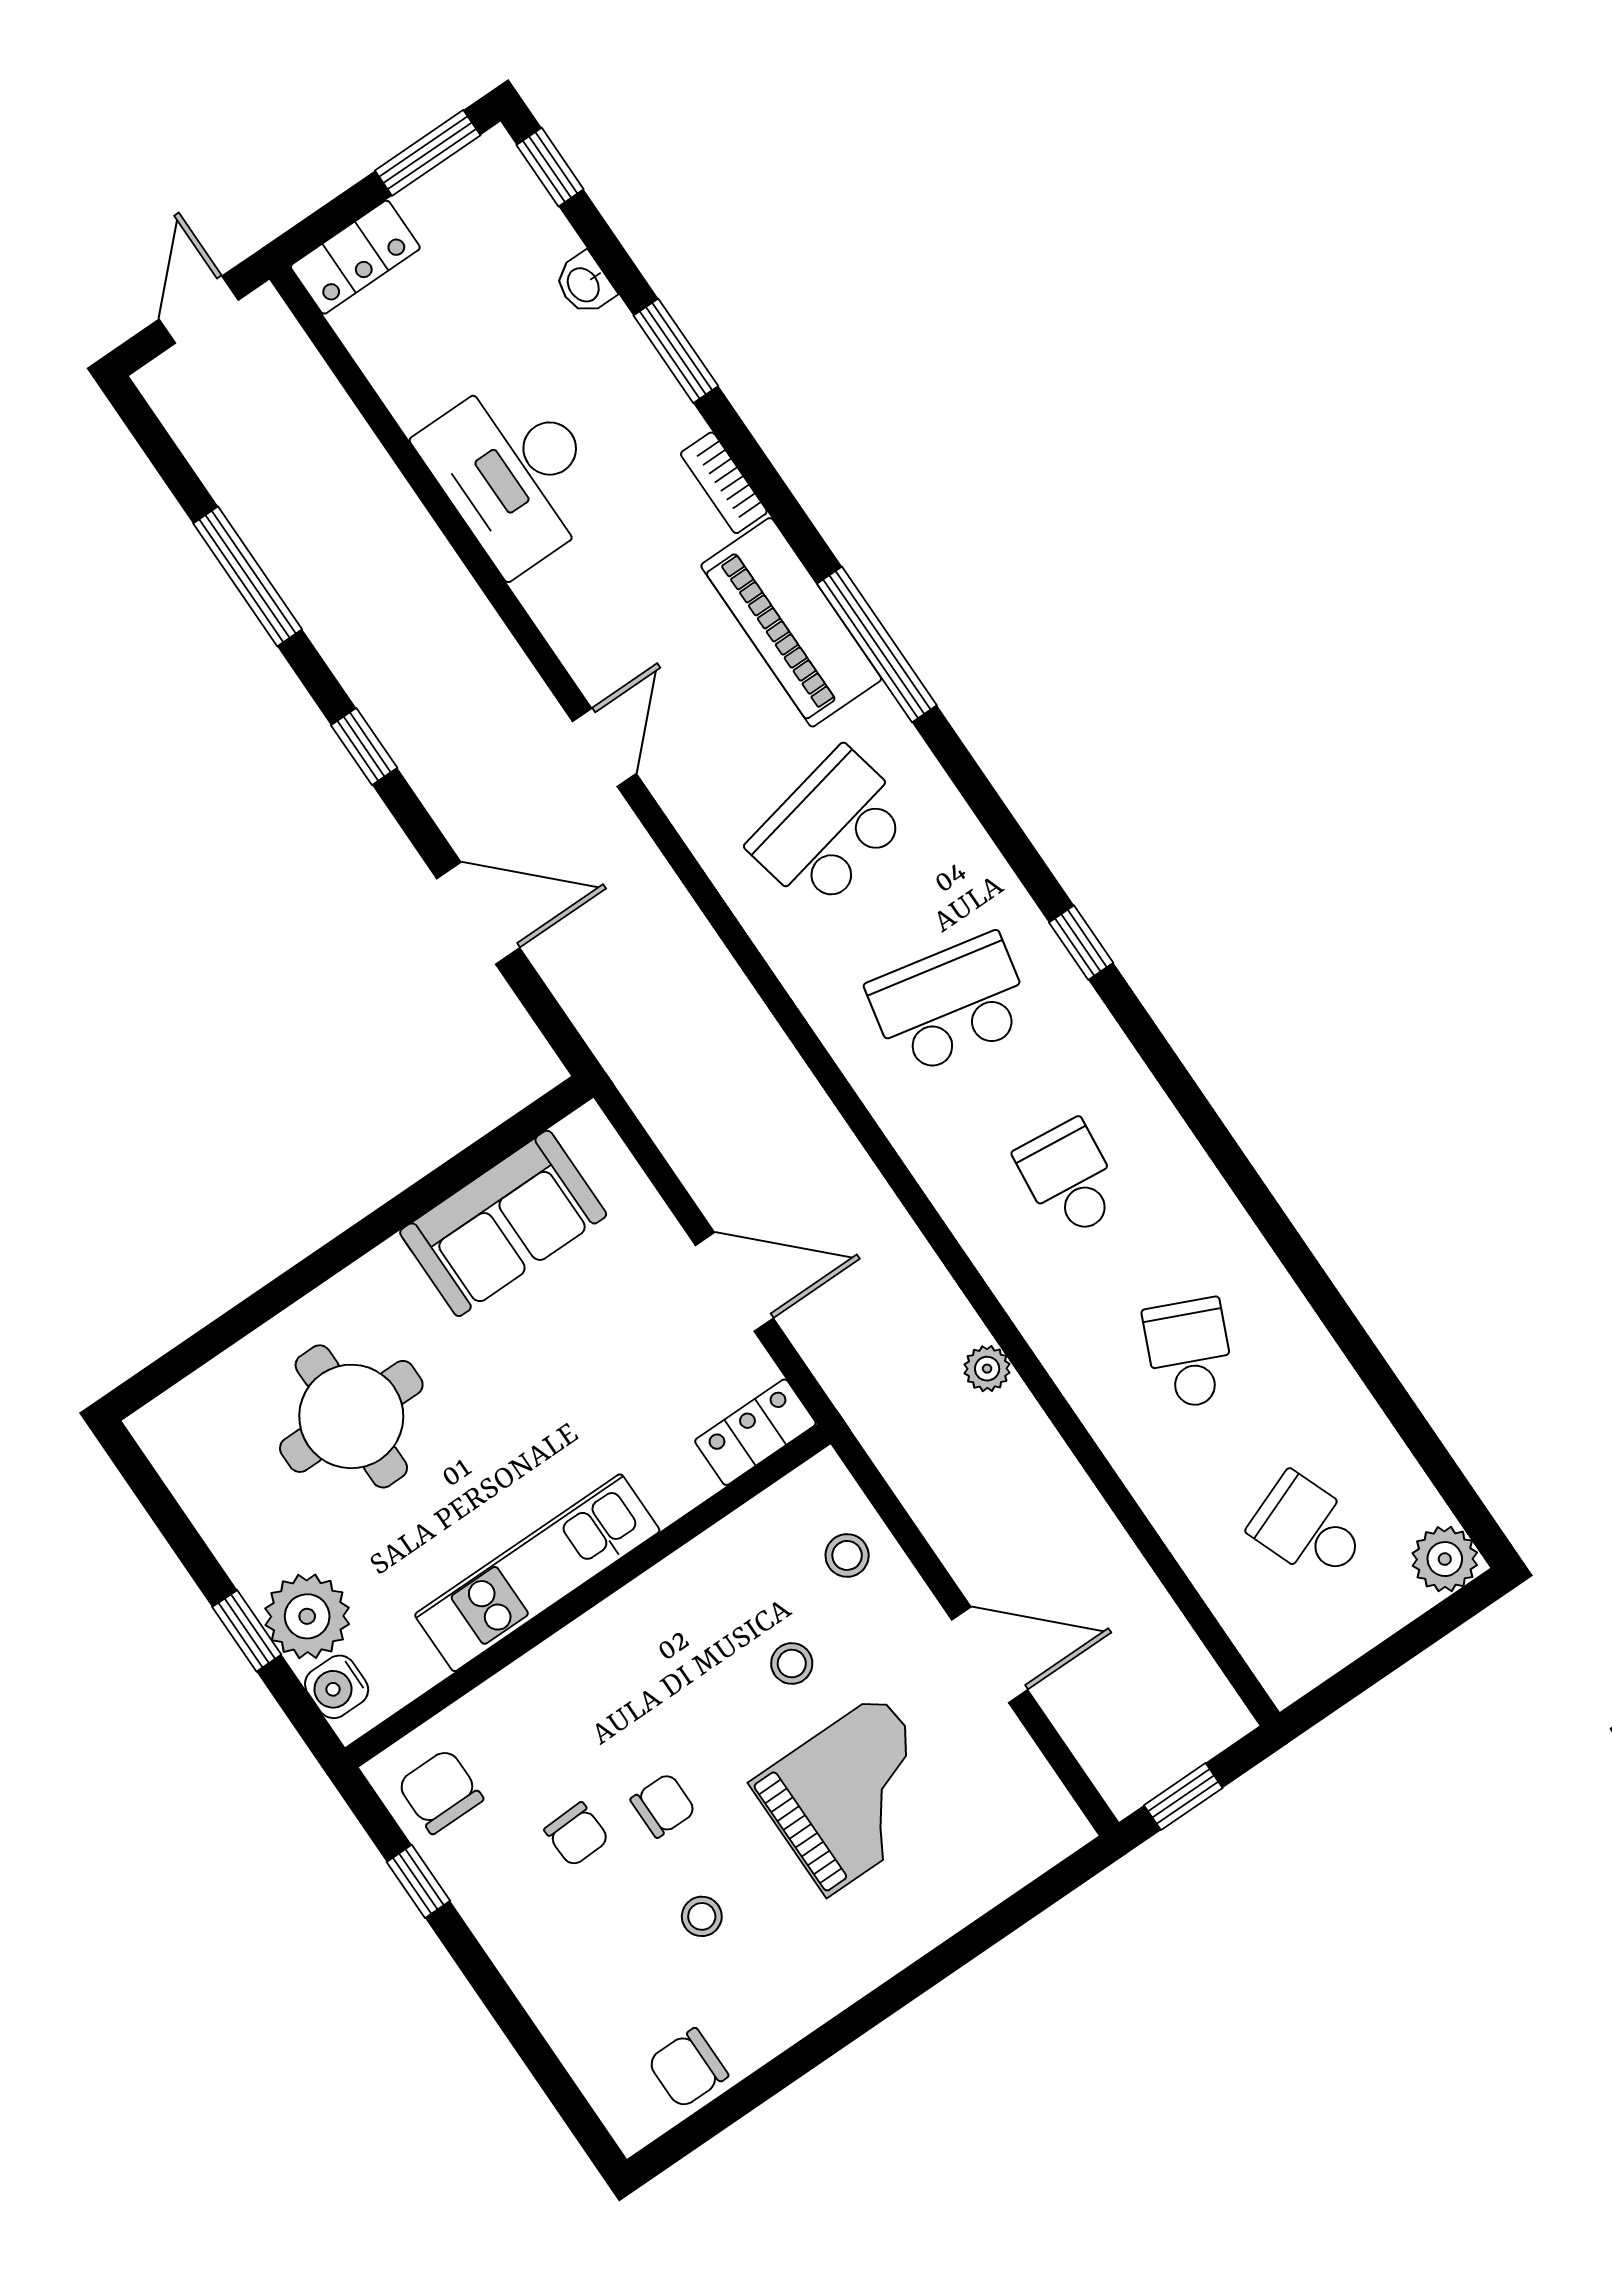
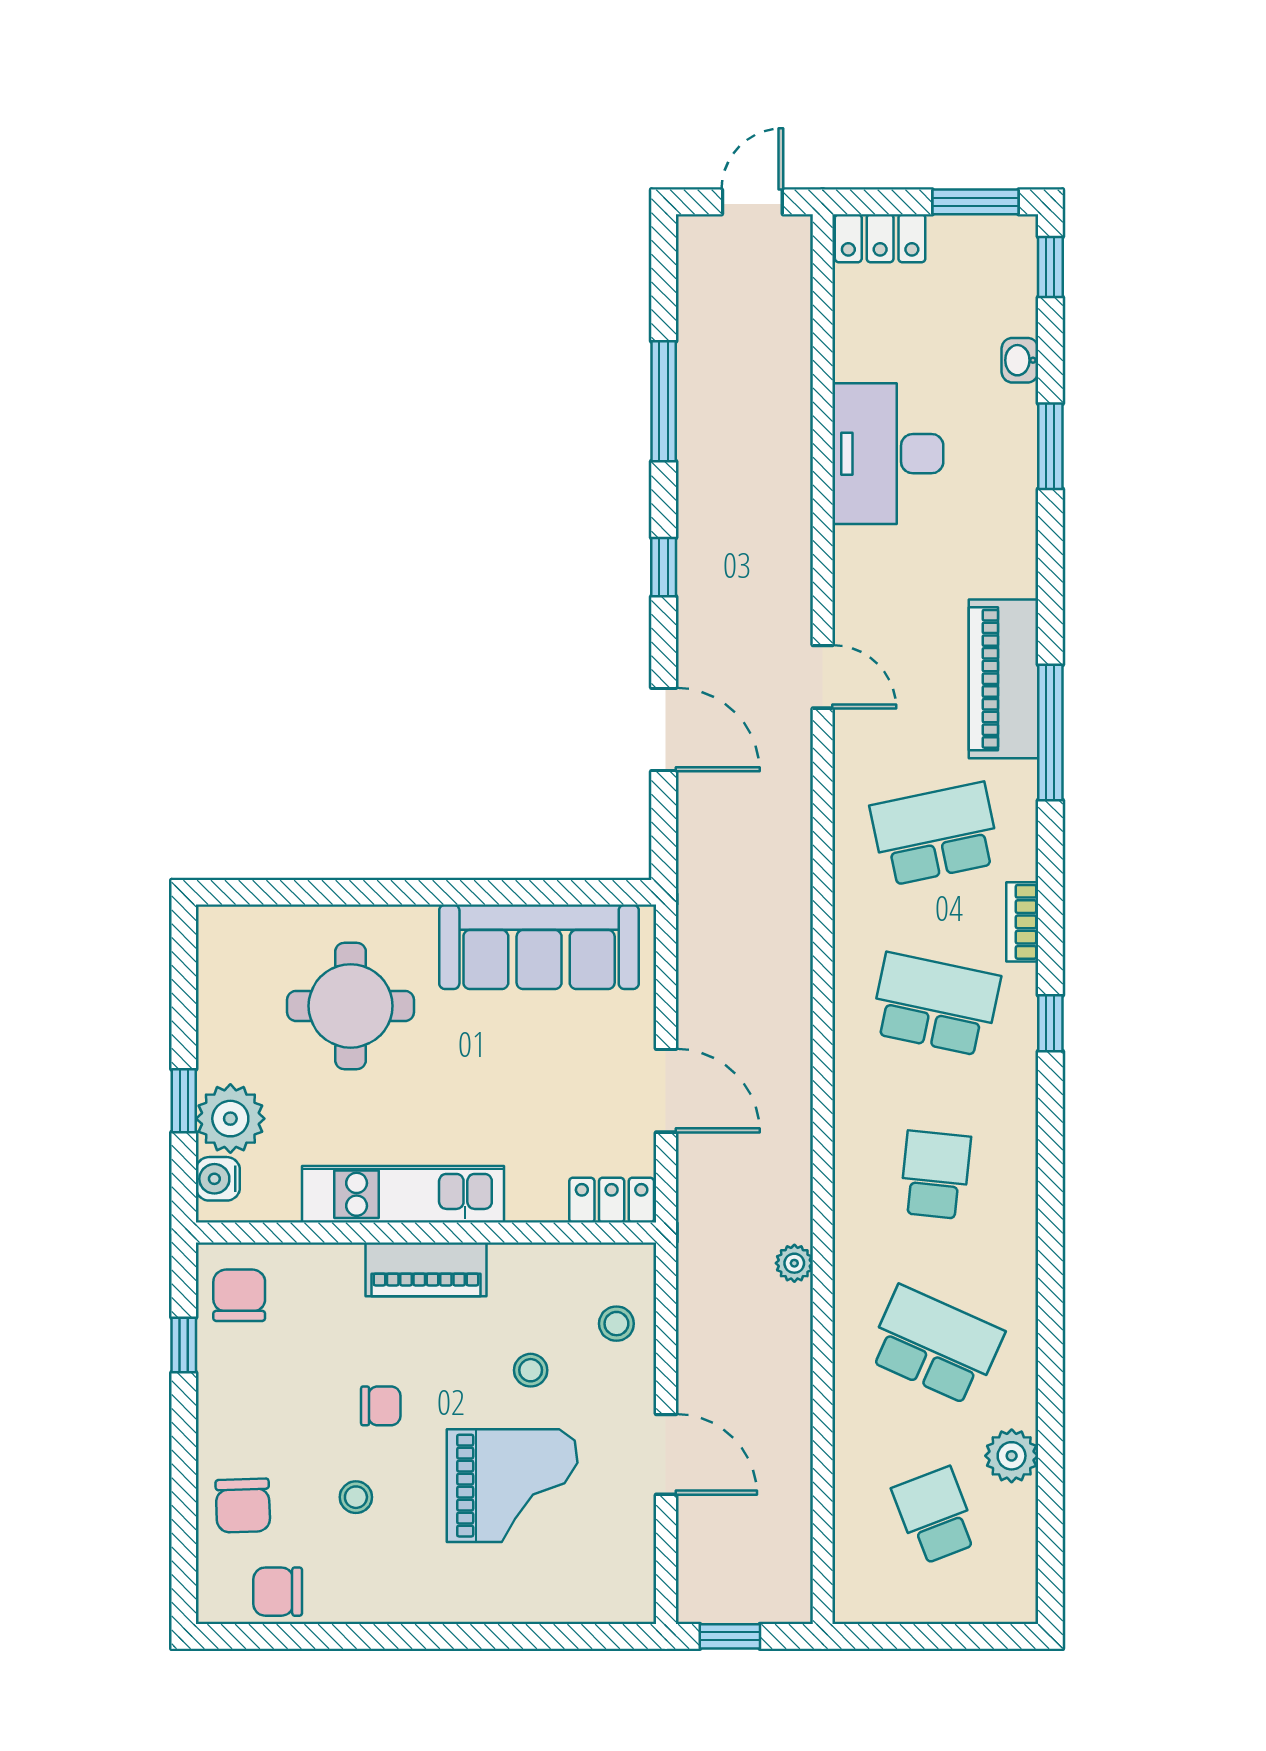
bookcase: (724, 483) -> (1022, 922), moved
door: (604, 747) -> (823, 677), hinge flipped
sofa: (503, 1223) -> (539, 947), width x1.36
school desk: (1189, 1354) -> (935, 1345), width x1.85
plant: (1445, 1559) -> (1012, 1456), moved
piano: (614, 1634) -> (426, 1269), added
chair: (577, 1834) -> (243, 1506), moved, width x1.37, depth x1.37

